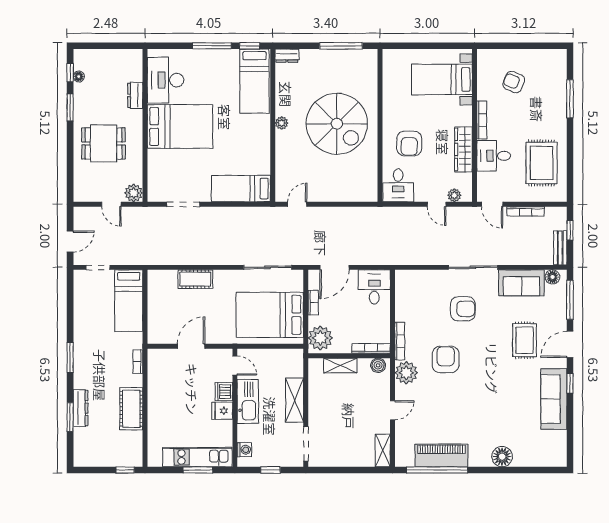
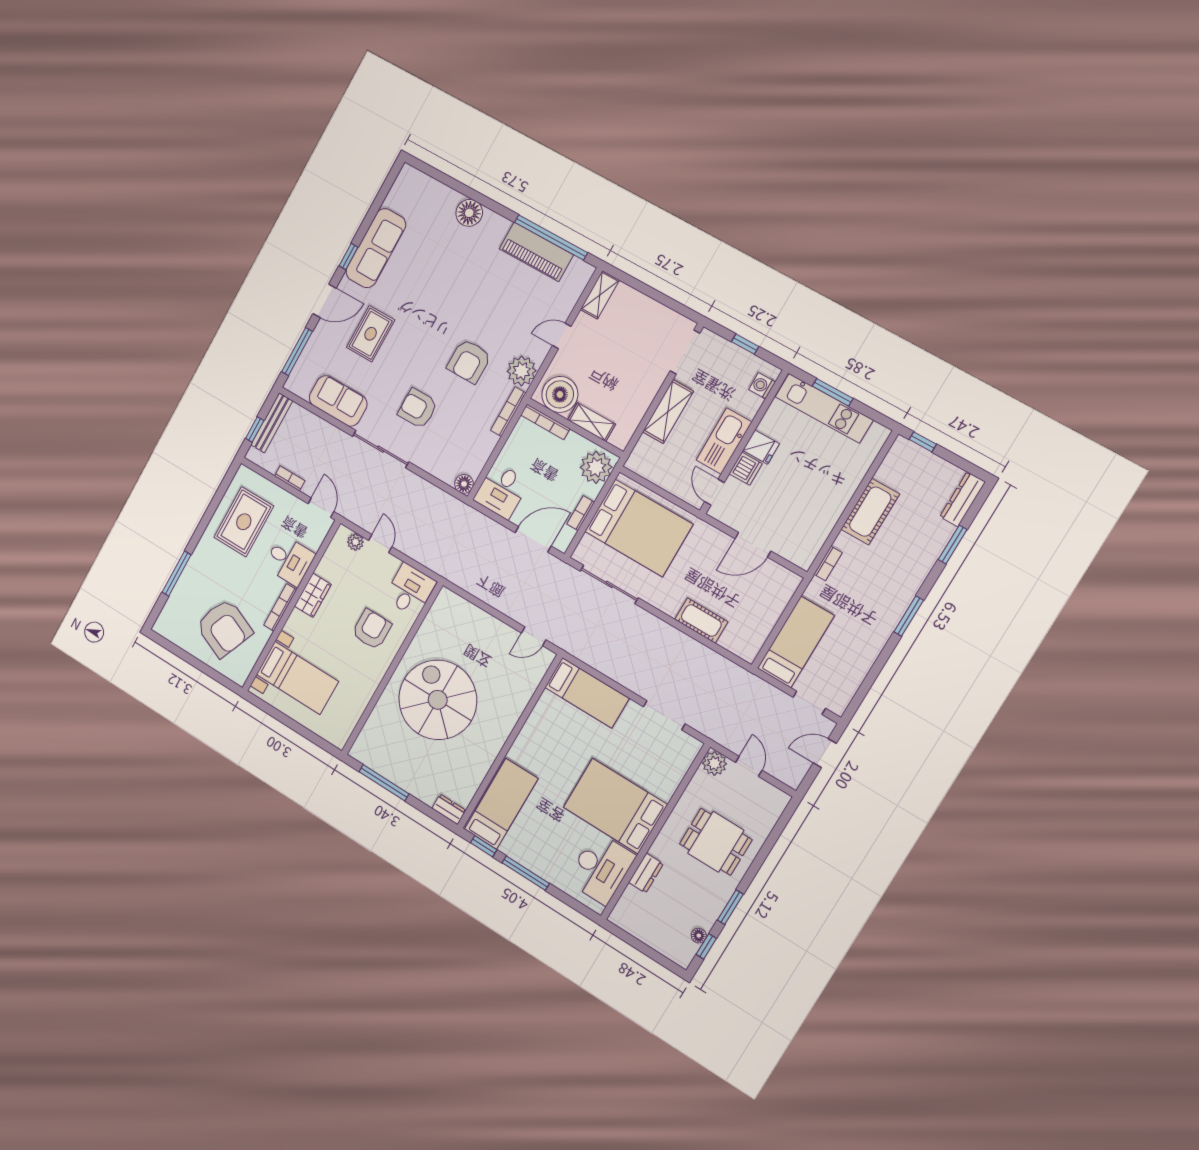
armchair: (514, 82) -> (224, 628), width x1.88, depth x1.88
plant: (282, 123) -> (498, 738), removed
wardrobe: (463, 149) -> (313, 595), width x0.67
bookcase: (526, 211) -> (290, 478), width x0.64
bench: (560, 248) -> (272, 423), width x1.36
floor lamp: (552, 277) -> (464, 484), moved
boiler: (378, 365) -> (560, 394), width x1.86, depth x1.86
dresser: (81, 408) -> (963, 499), moved

